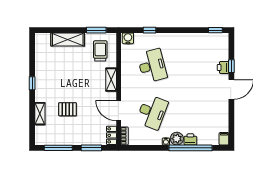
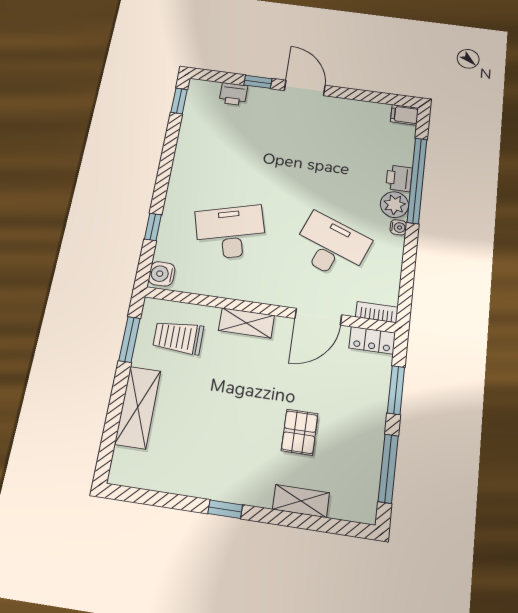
printer: (223, 67) -> (233, 94), moved

